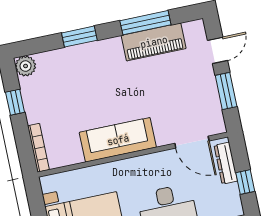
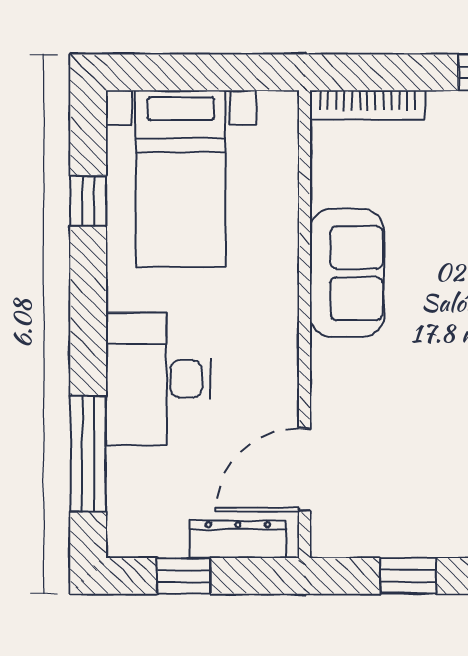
window: (226, 91) -> (408, 576), width x0.67
sofa: (118, 140) -> (347, 273), width x0.73

